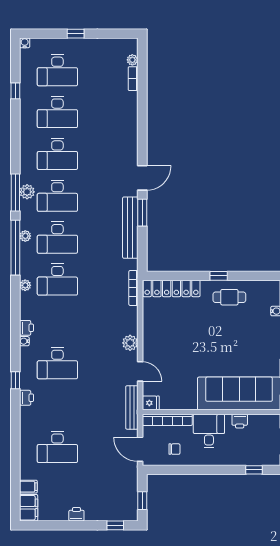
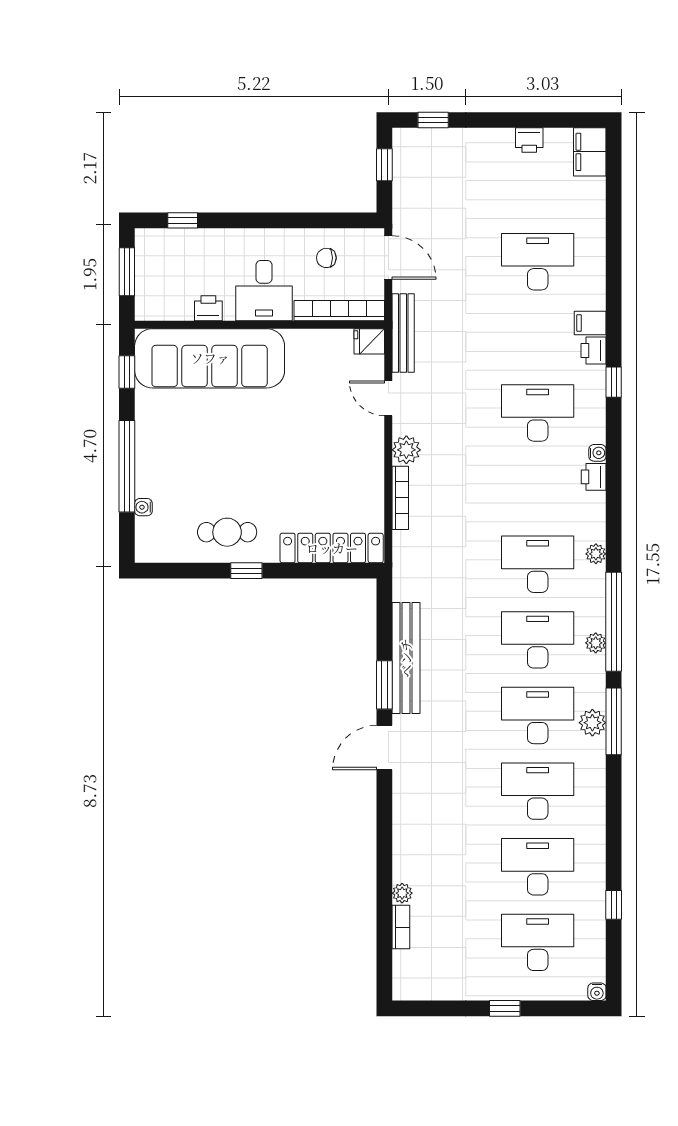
plant: (132, 60) -> (402, 893), moved
bookcase: (133, 288) -> (400, 498), moved
filing cabinet: (28, 487) -> (590, 323), moved
printer: (76, 514) -> (529, 140), moved

